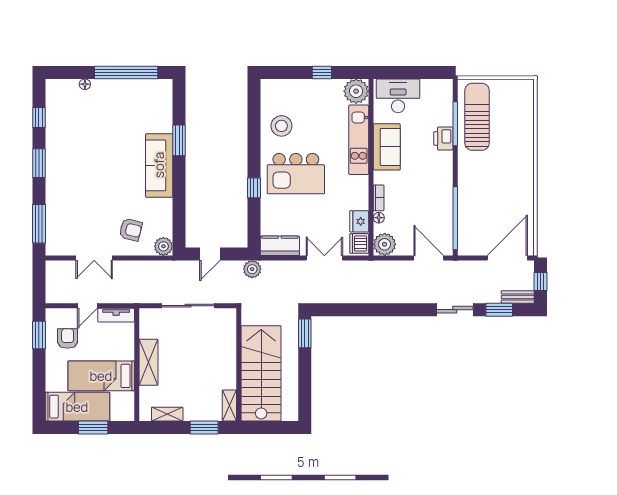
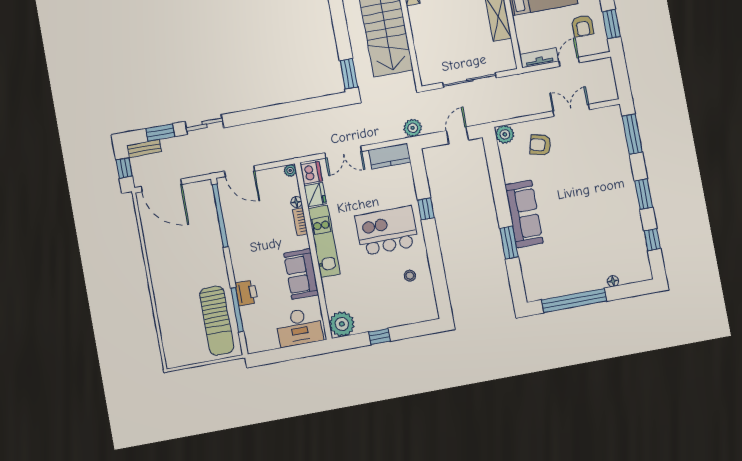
stool: (281, 126) -> (410, 276), width x0.53, depth x0.53
kitchen unit: (359, 140) -> (324, 241), moved
plant: (385, 244) -> (290, 170), width x0.53, depth x0.53
door: (507, 258) -> (161, 185), hinge flipped

